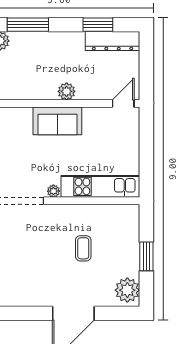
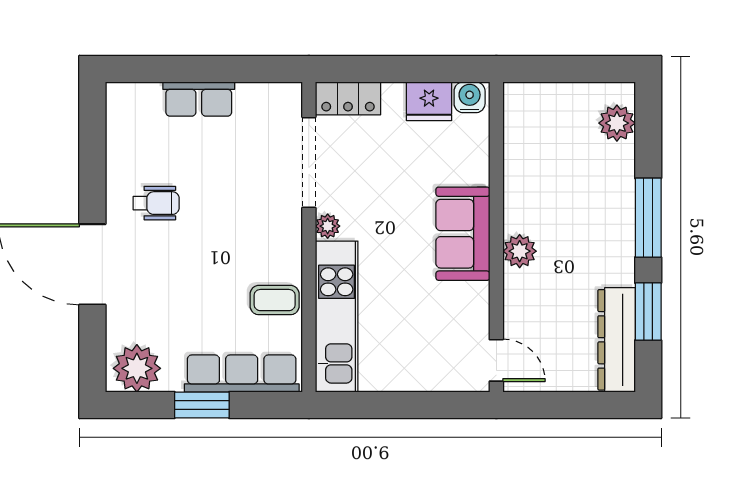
window: (28, 25) -> (648, 218), moved
row of seats: (130, 236) -> (242, 374), added
coffee table: (83, 248) -> (275, 300), moved
wheelchair: (42, 280) -> (156, 203), added

